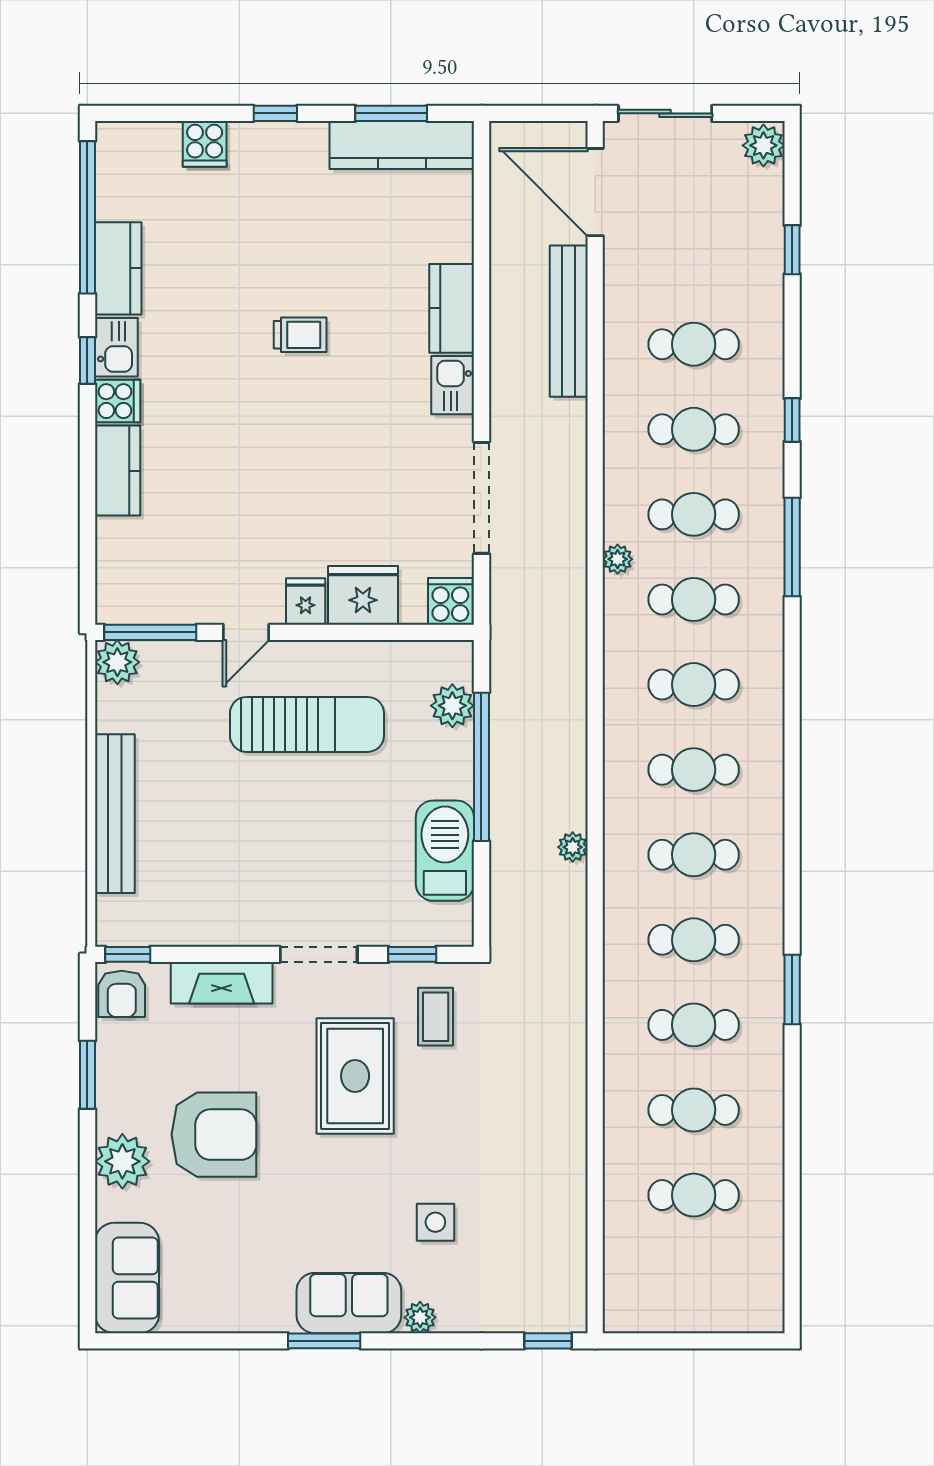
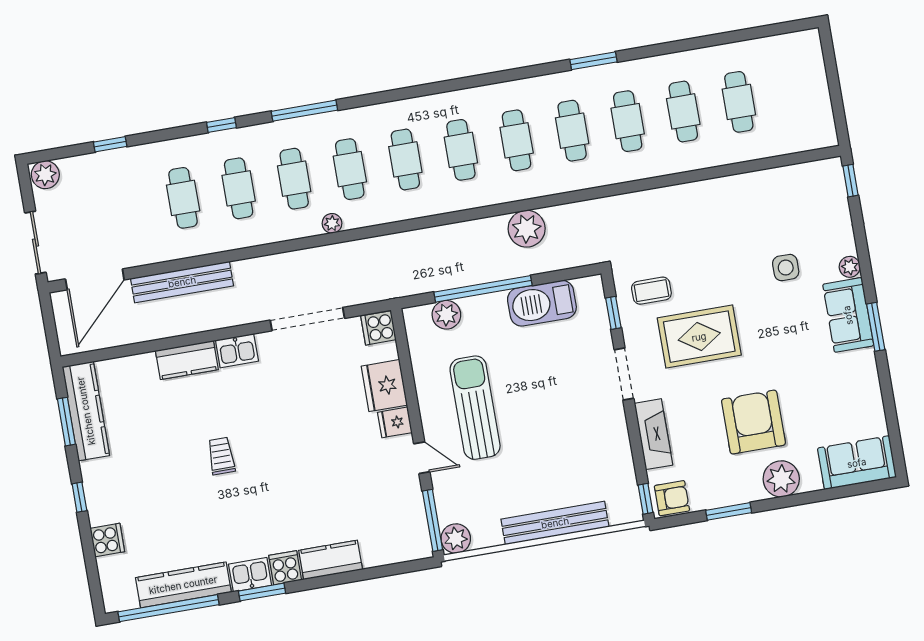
kitchen counter: (118, 268) -> (183, 585), width x1.50
window: (87, 361) -> (262, 592), width x1.50
plant: (573, 847) -> (527, 229), width x1.88, depth x1.88

